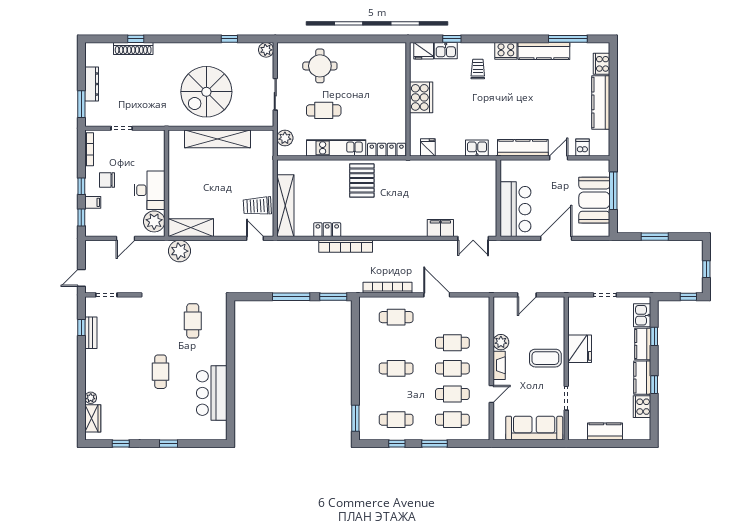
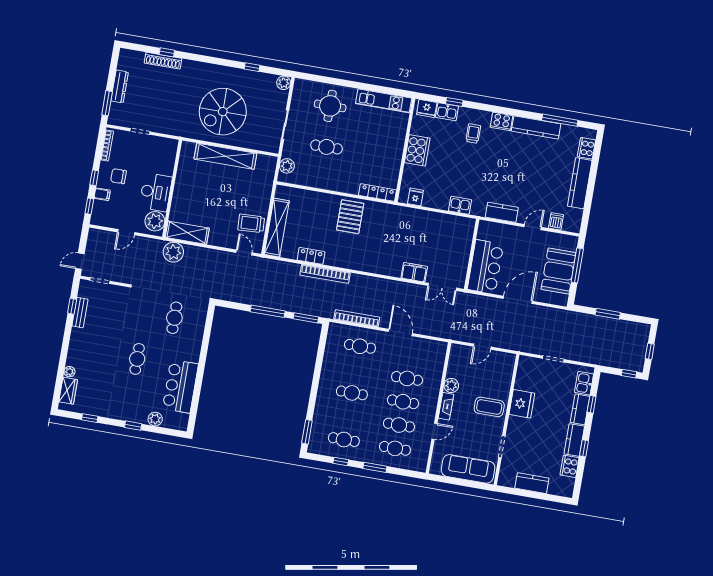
kitchen unit: (336, 148) -> (384, 101), moved, turned 180
kitchen counter: (523, 148) -> (502, 212), width x0.67
plant: (191, 433) -> (155, 419), added

